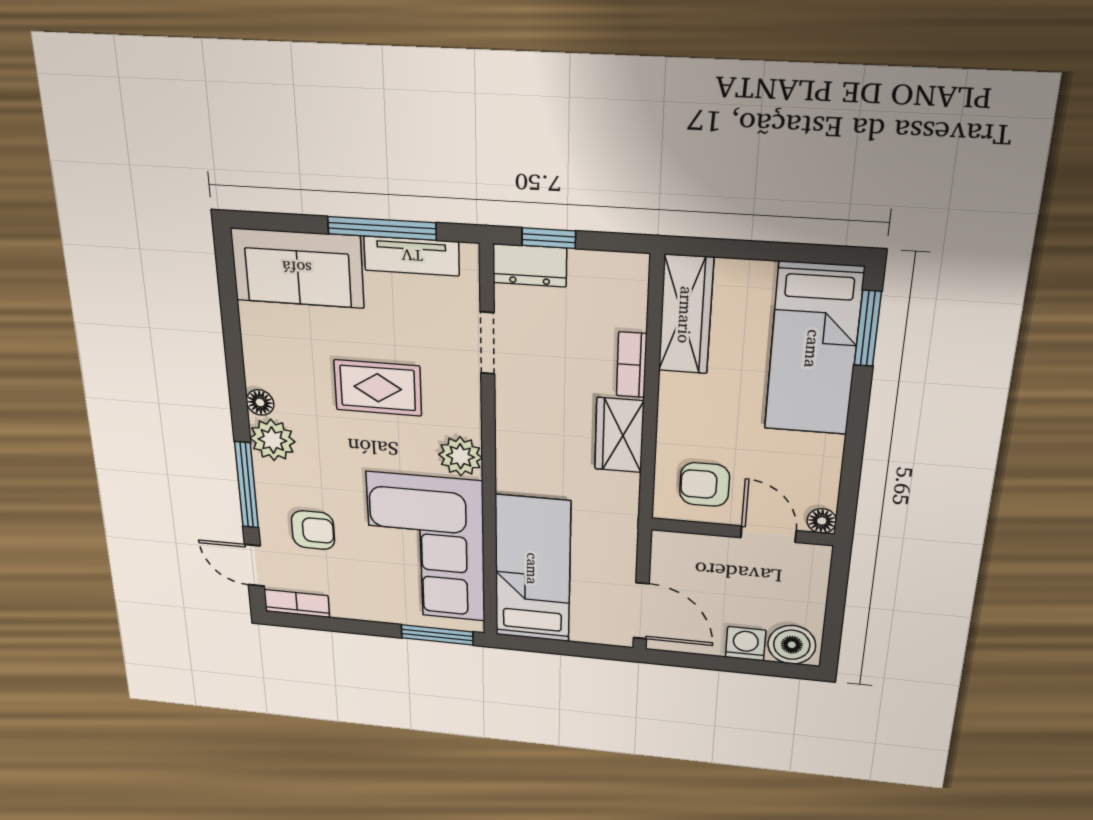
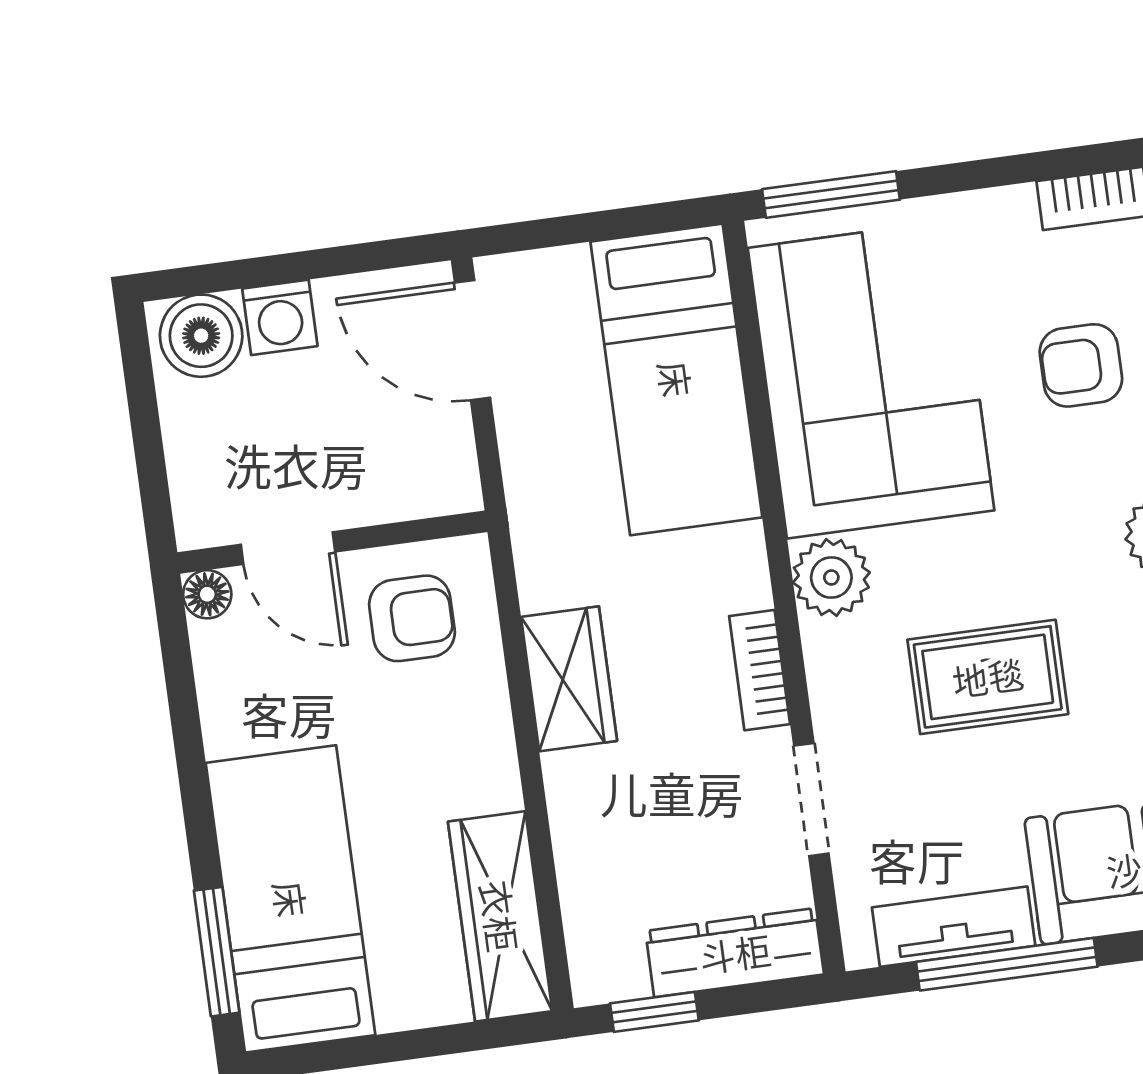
window: (549, 238) -> (654, 1012), moved
dresser: (530, 265) -> (735, 953), width x1.44
bookcase: (632, 365) -> (760, 670), moved, turned 180

